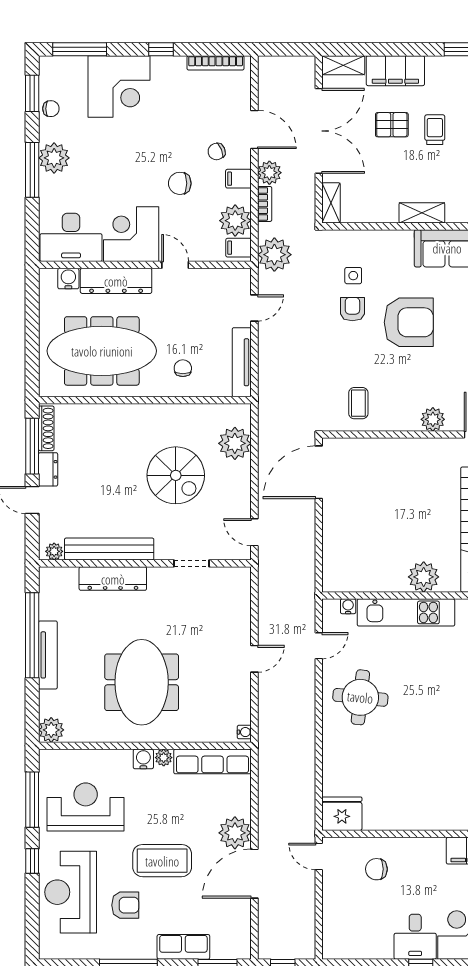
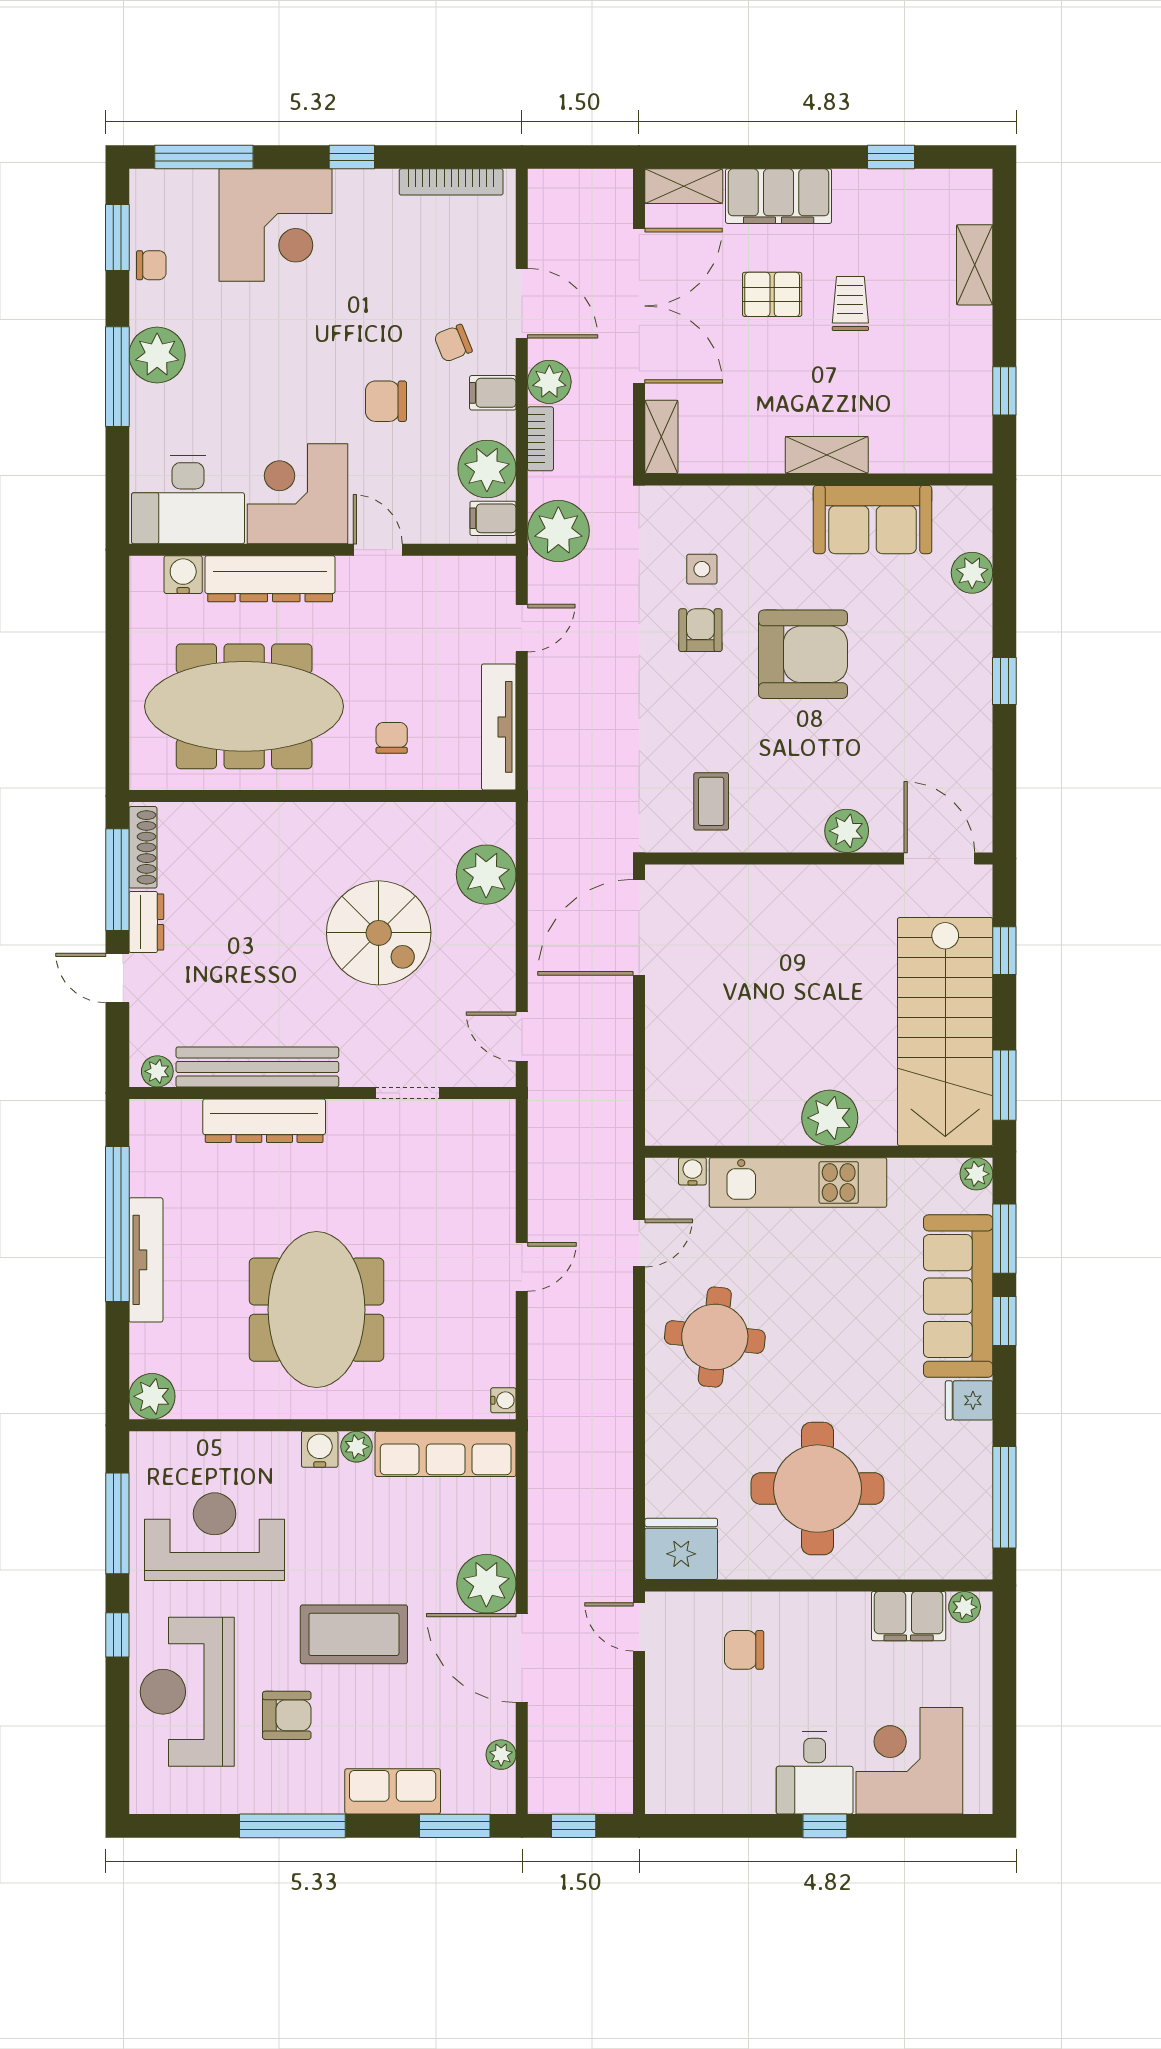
round table: (417, 781) -> (818, 1489), added
door: (254, 874) -> (522, 1658), hinge flipped
plant: (243, 927) -> (501, 1755), added

